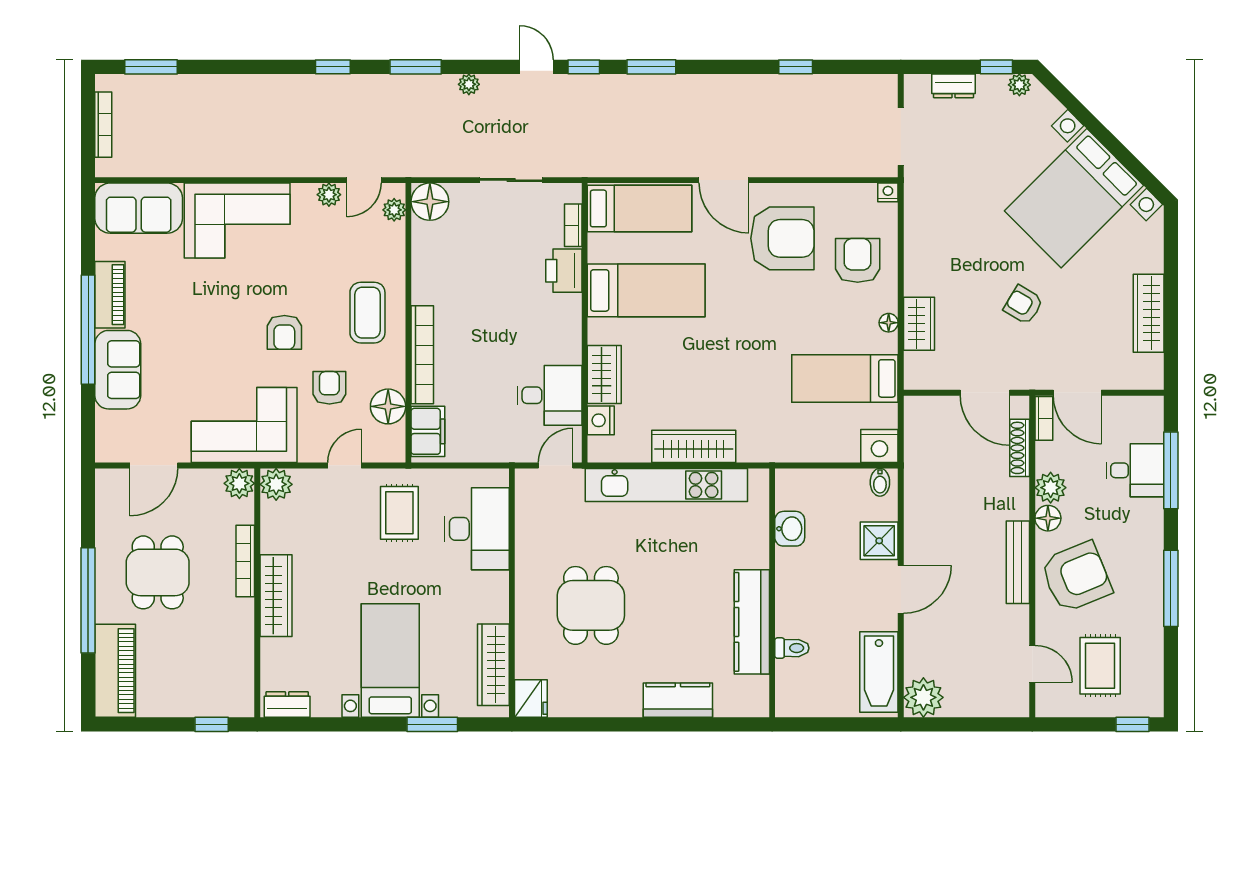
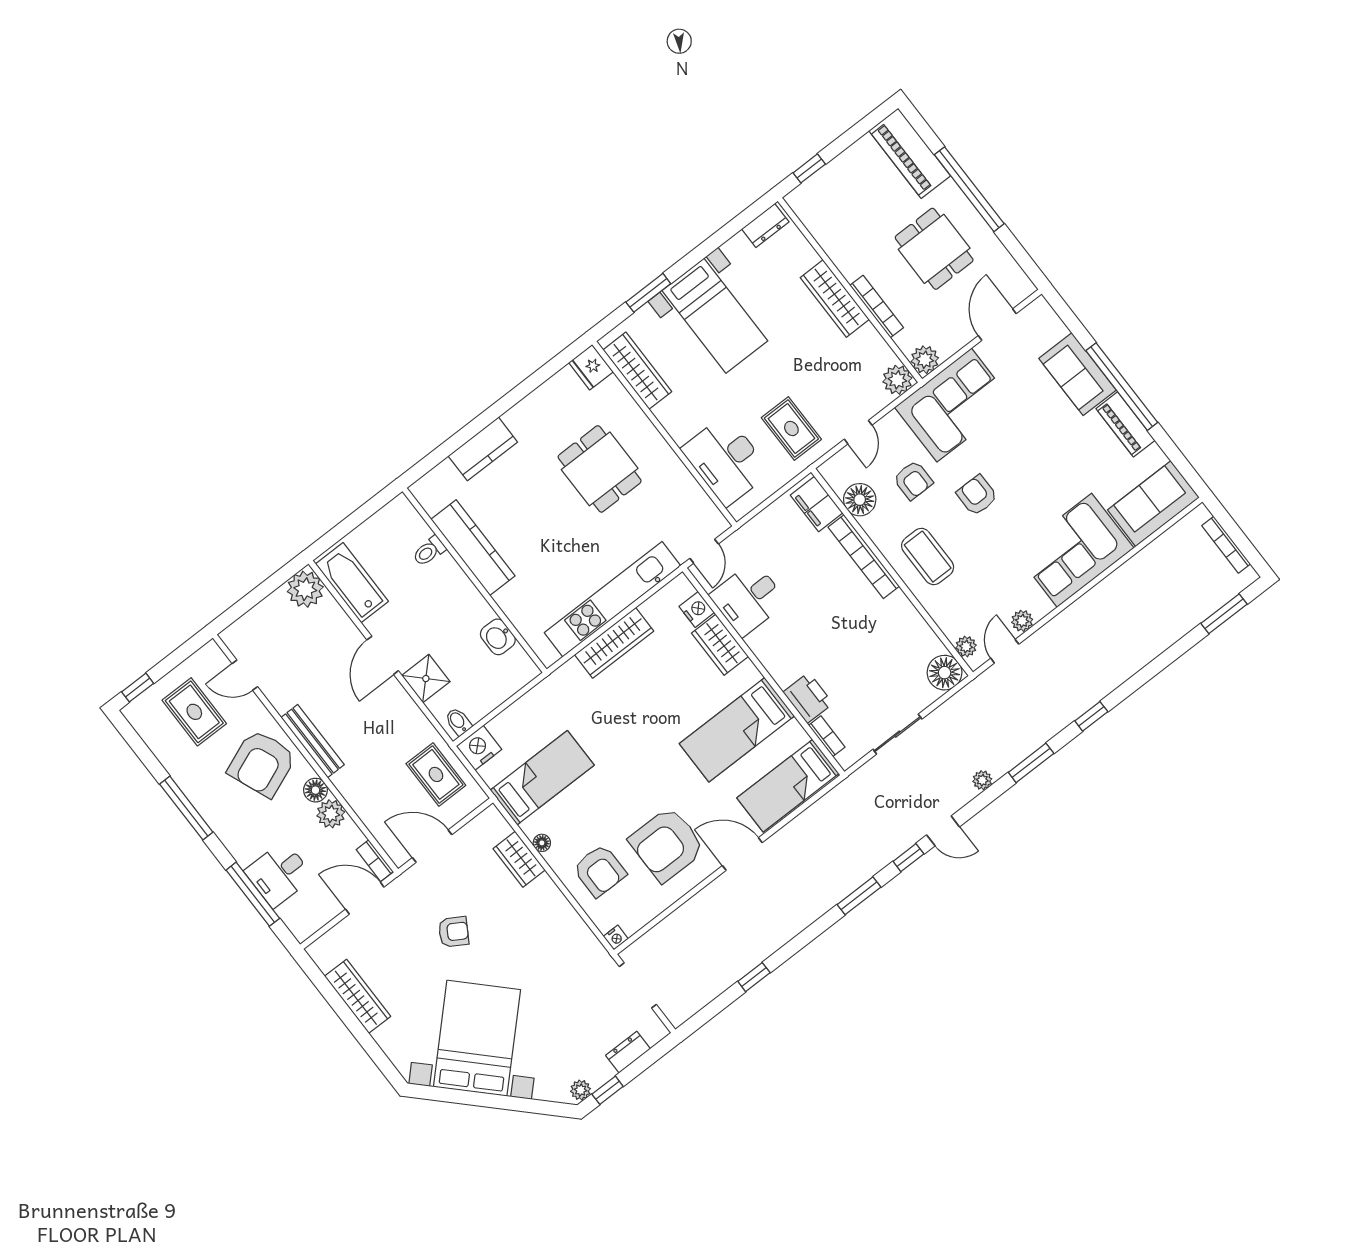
shoe rack: (1020, 448) -> (376, 825), removed
rug: (934, 452) -> (436, 774), added

